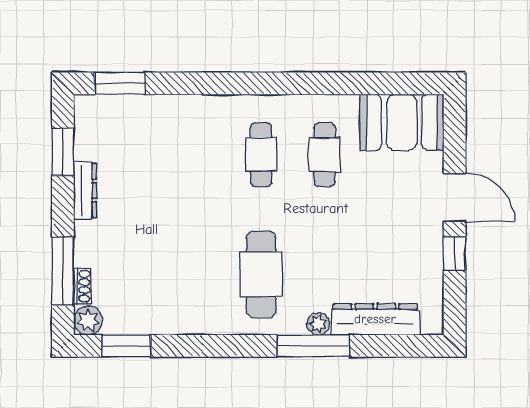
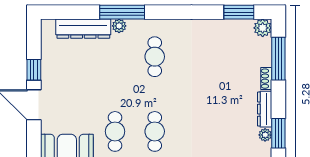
plant: (84, 149) -> (265, 135), added
cafe table: (261, 274) -> (155, 57), width x0.73, depth x0.74
shoe rack: (82, 286) -> (266, 79), moved

